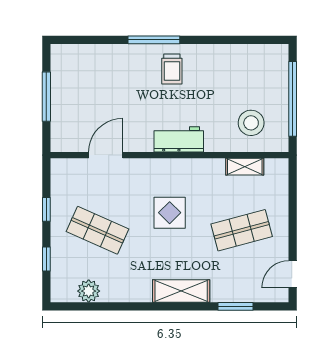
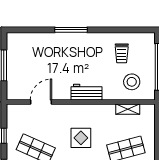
trolley: (172, 69) -> (122, 53), moved

